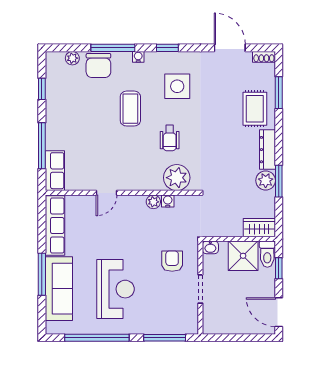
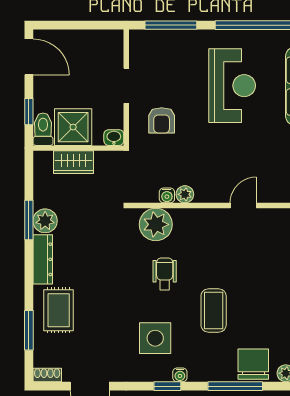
water cooler: (138, 57) -> (180, 375), moved
wardrobe: (259, 228) -> (74, 162), moved
reception desk: (115, 289) -> (232, 86), turned 180

